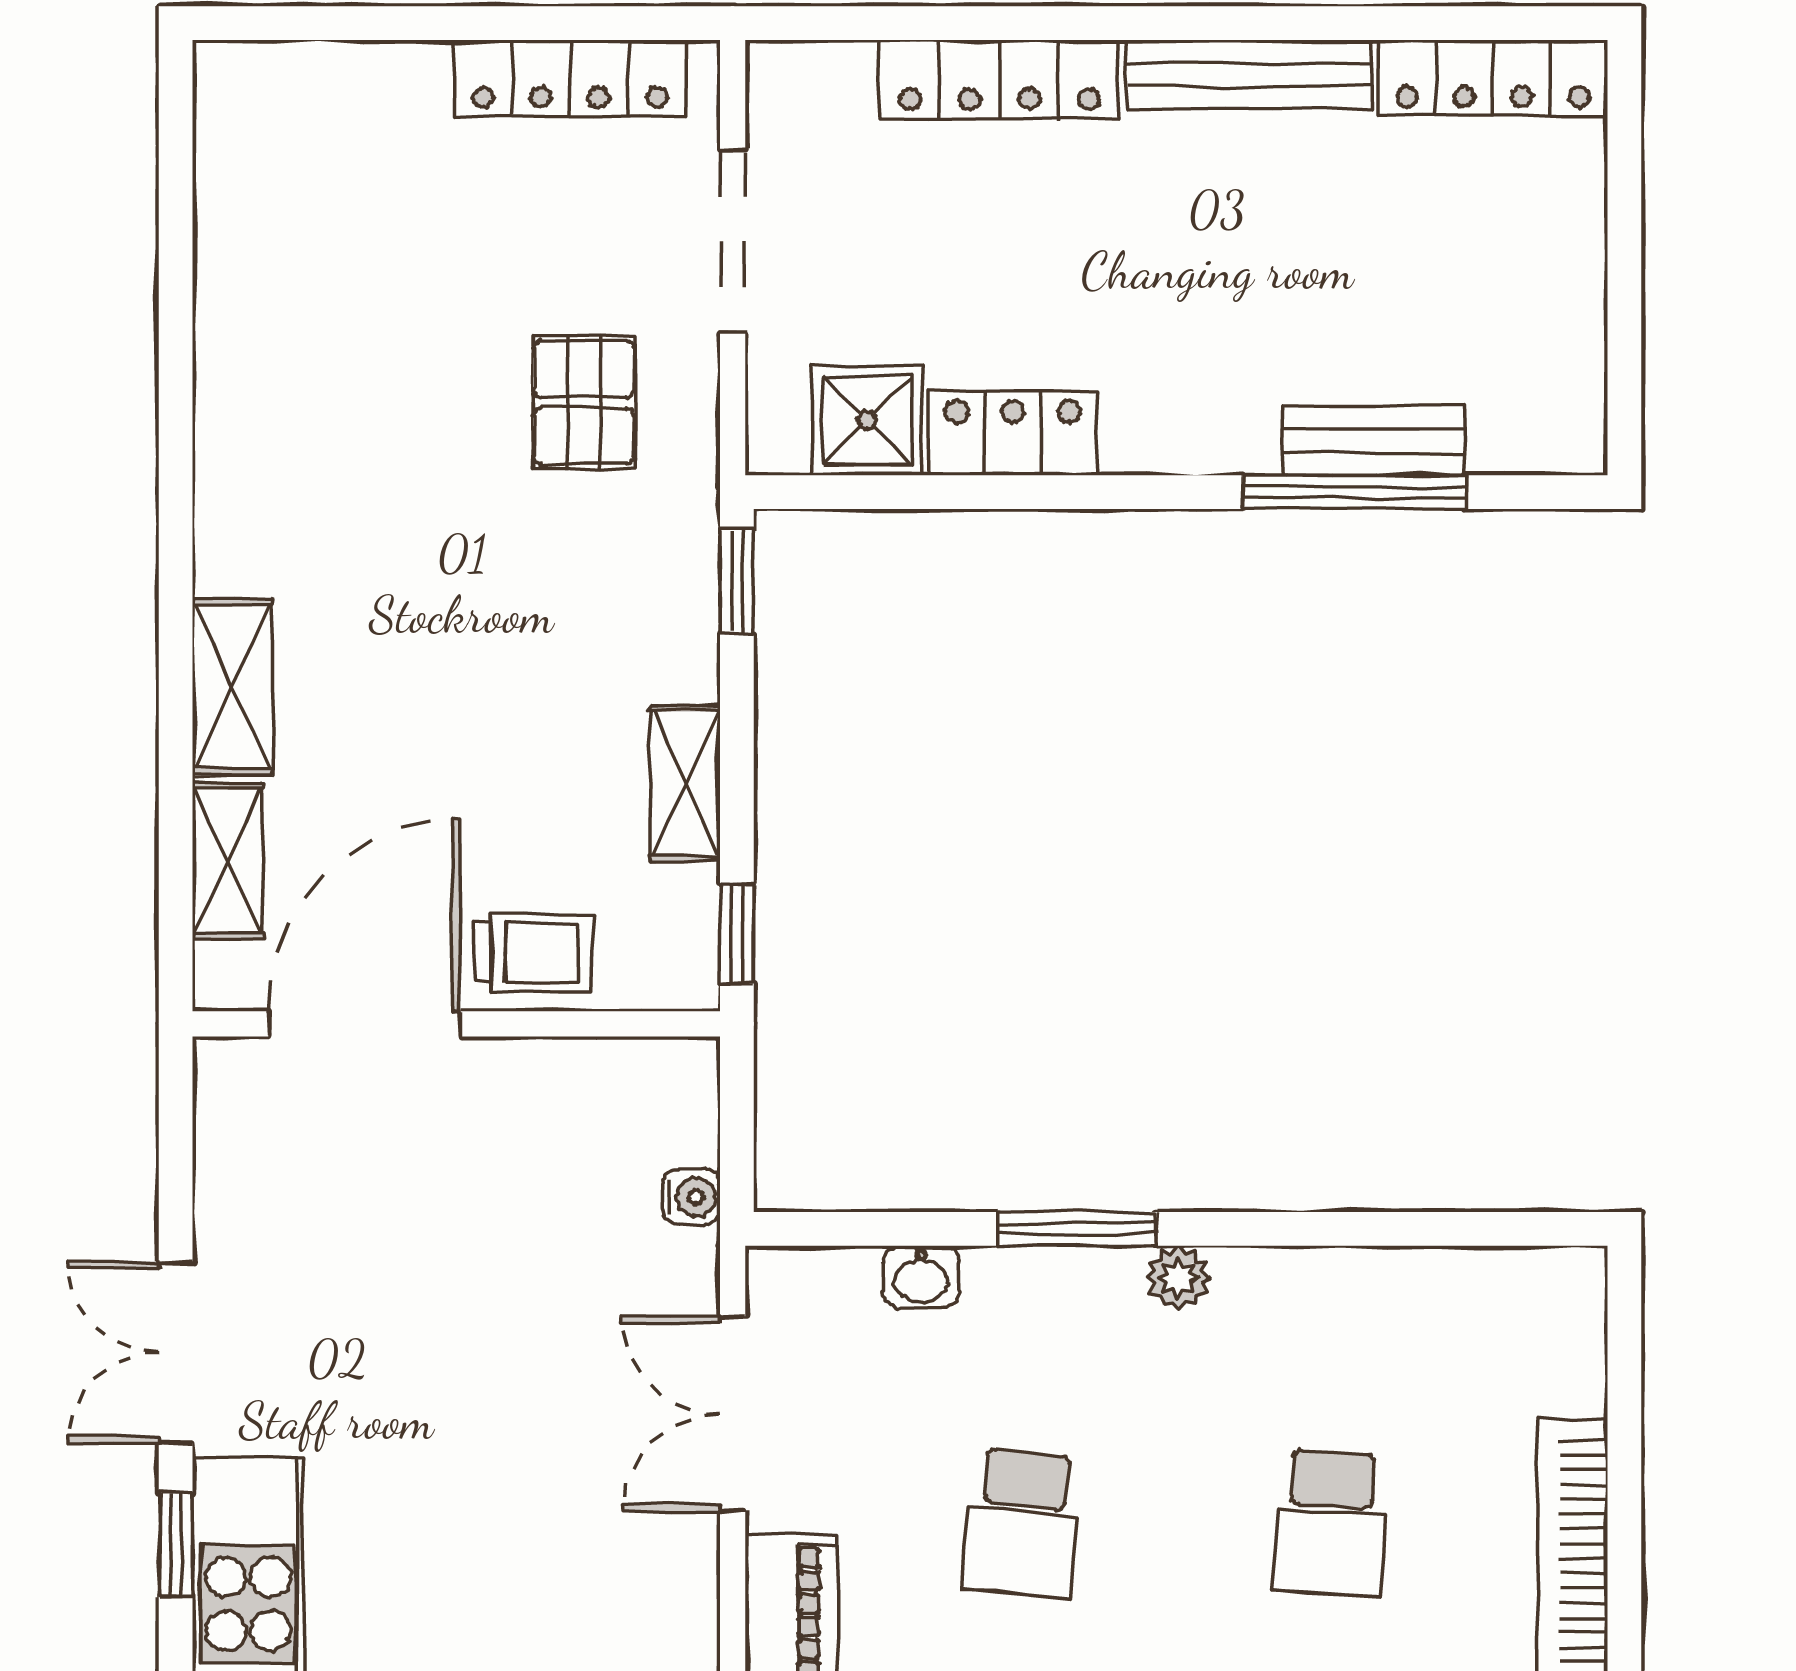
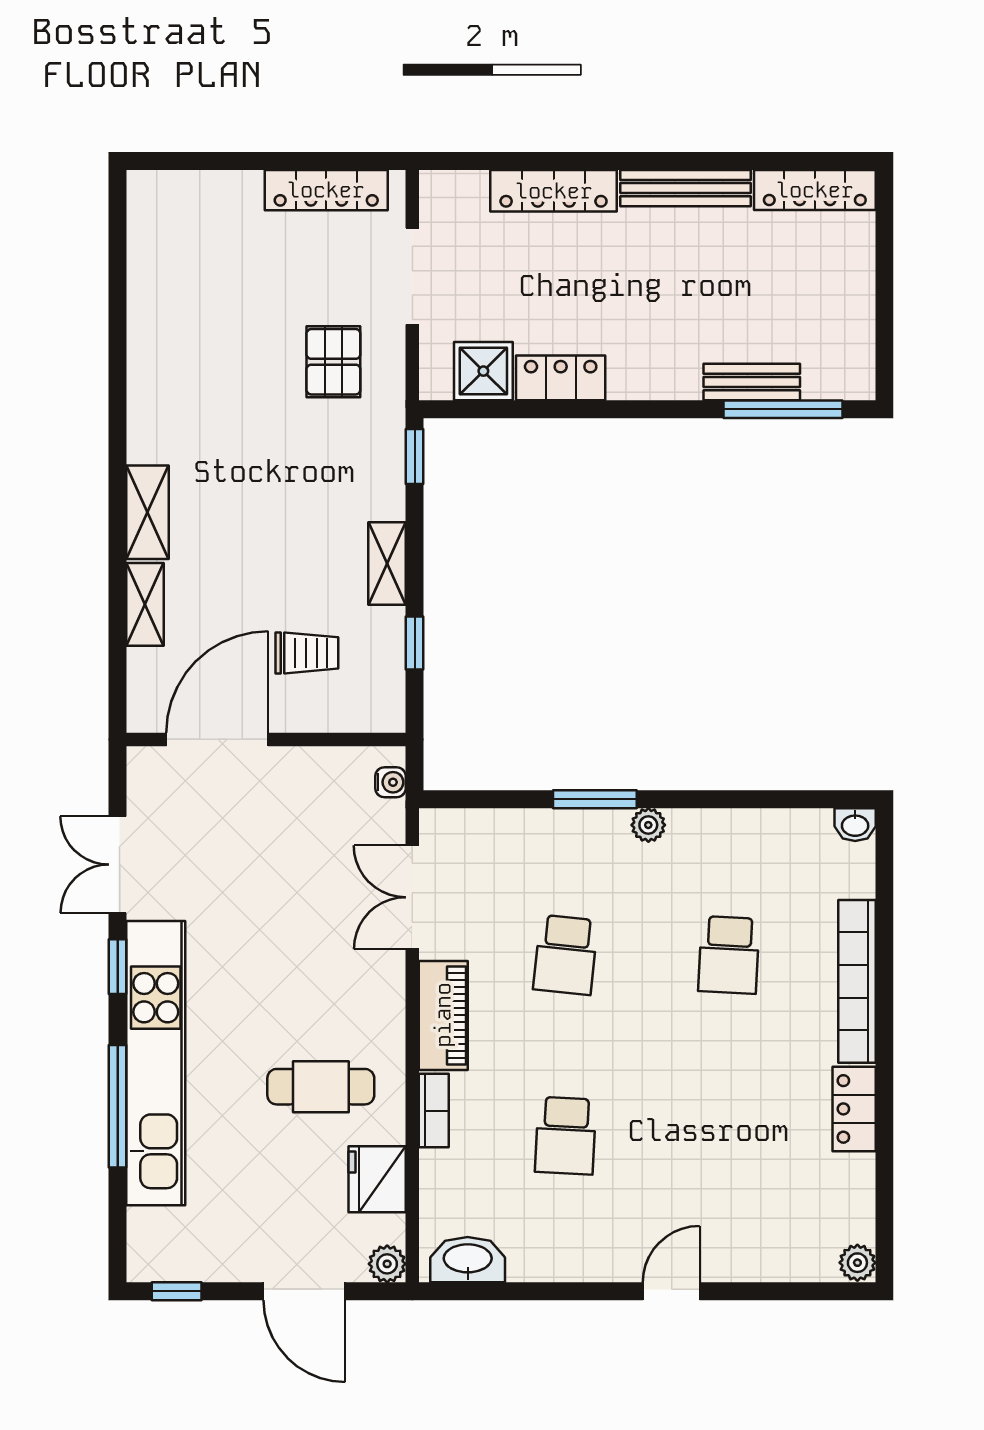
window: (1355, 492) -> (783, 409), moved
door: (364, 1024) -> (217, 739), moved
wall: (456, 1024) -> (266, 739), moved
washbasin: (921, 1277) -> (855, 825), moved

